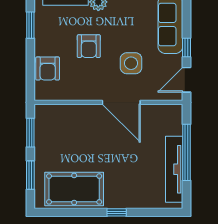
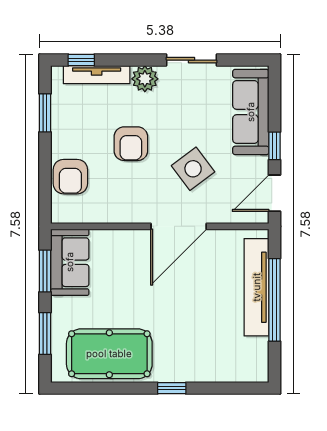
side table: (131, 63) -> (193, 169), turned -37
door: (121, 102) -> (179, 226), hinge flipped
sofa: (47, 127) -> (70, 262), added
tv unit: (174, 169) -> (257, 287), moved

